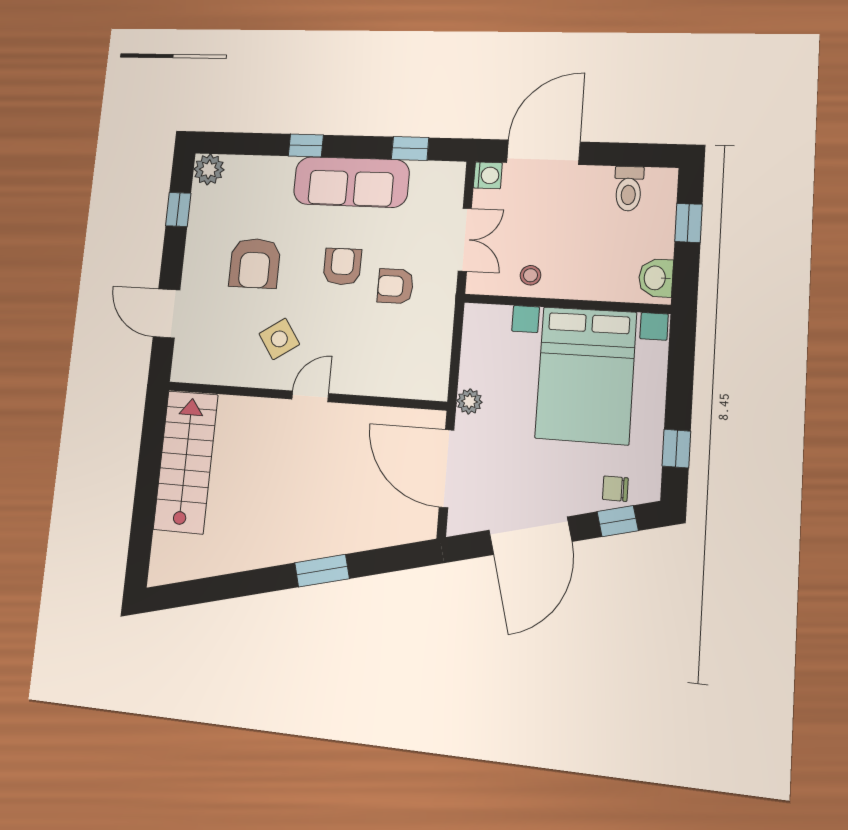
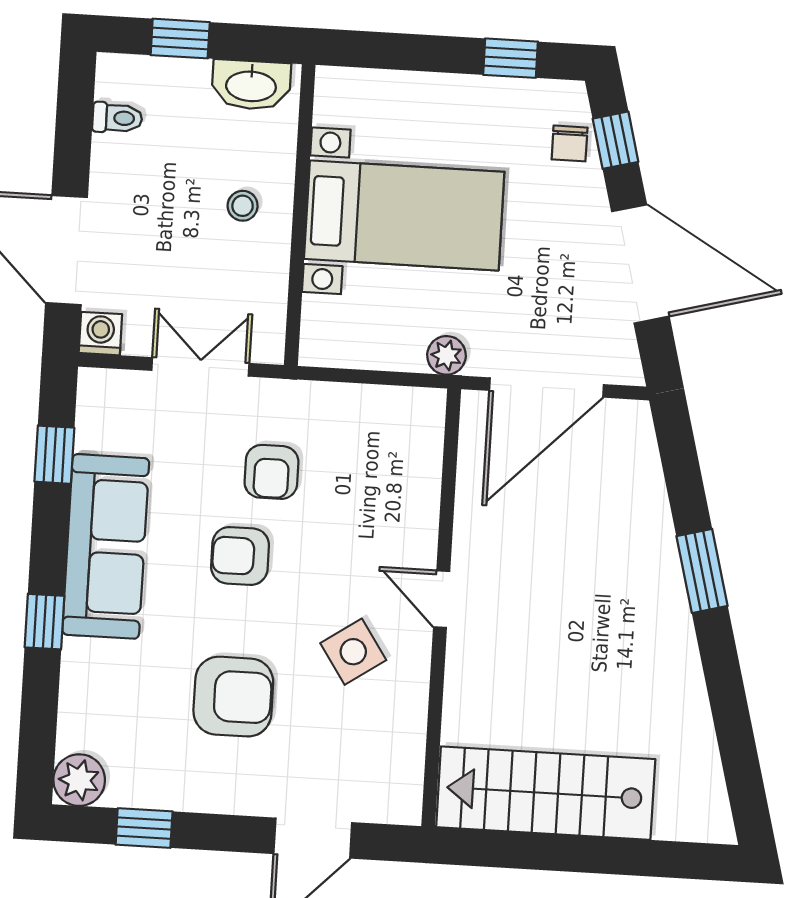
toilet: (629, 189) -> (117, 118), width x0.73, depth x0.72
stool: (530, 275) -> (243, 206), moved
washbasin: (656, 278) -> (251, 85), width x1.38
bed with nightstands: (586, 375) -> (404, 215), width x0.73

